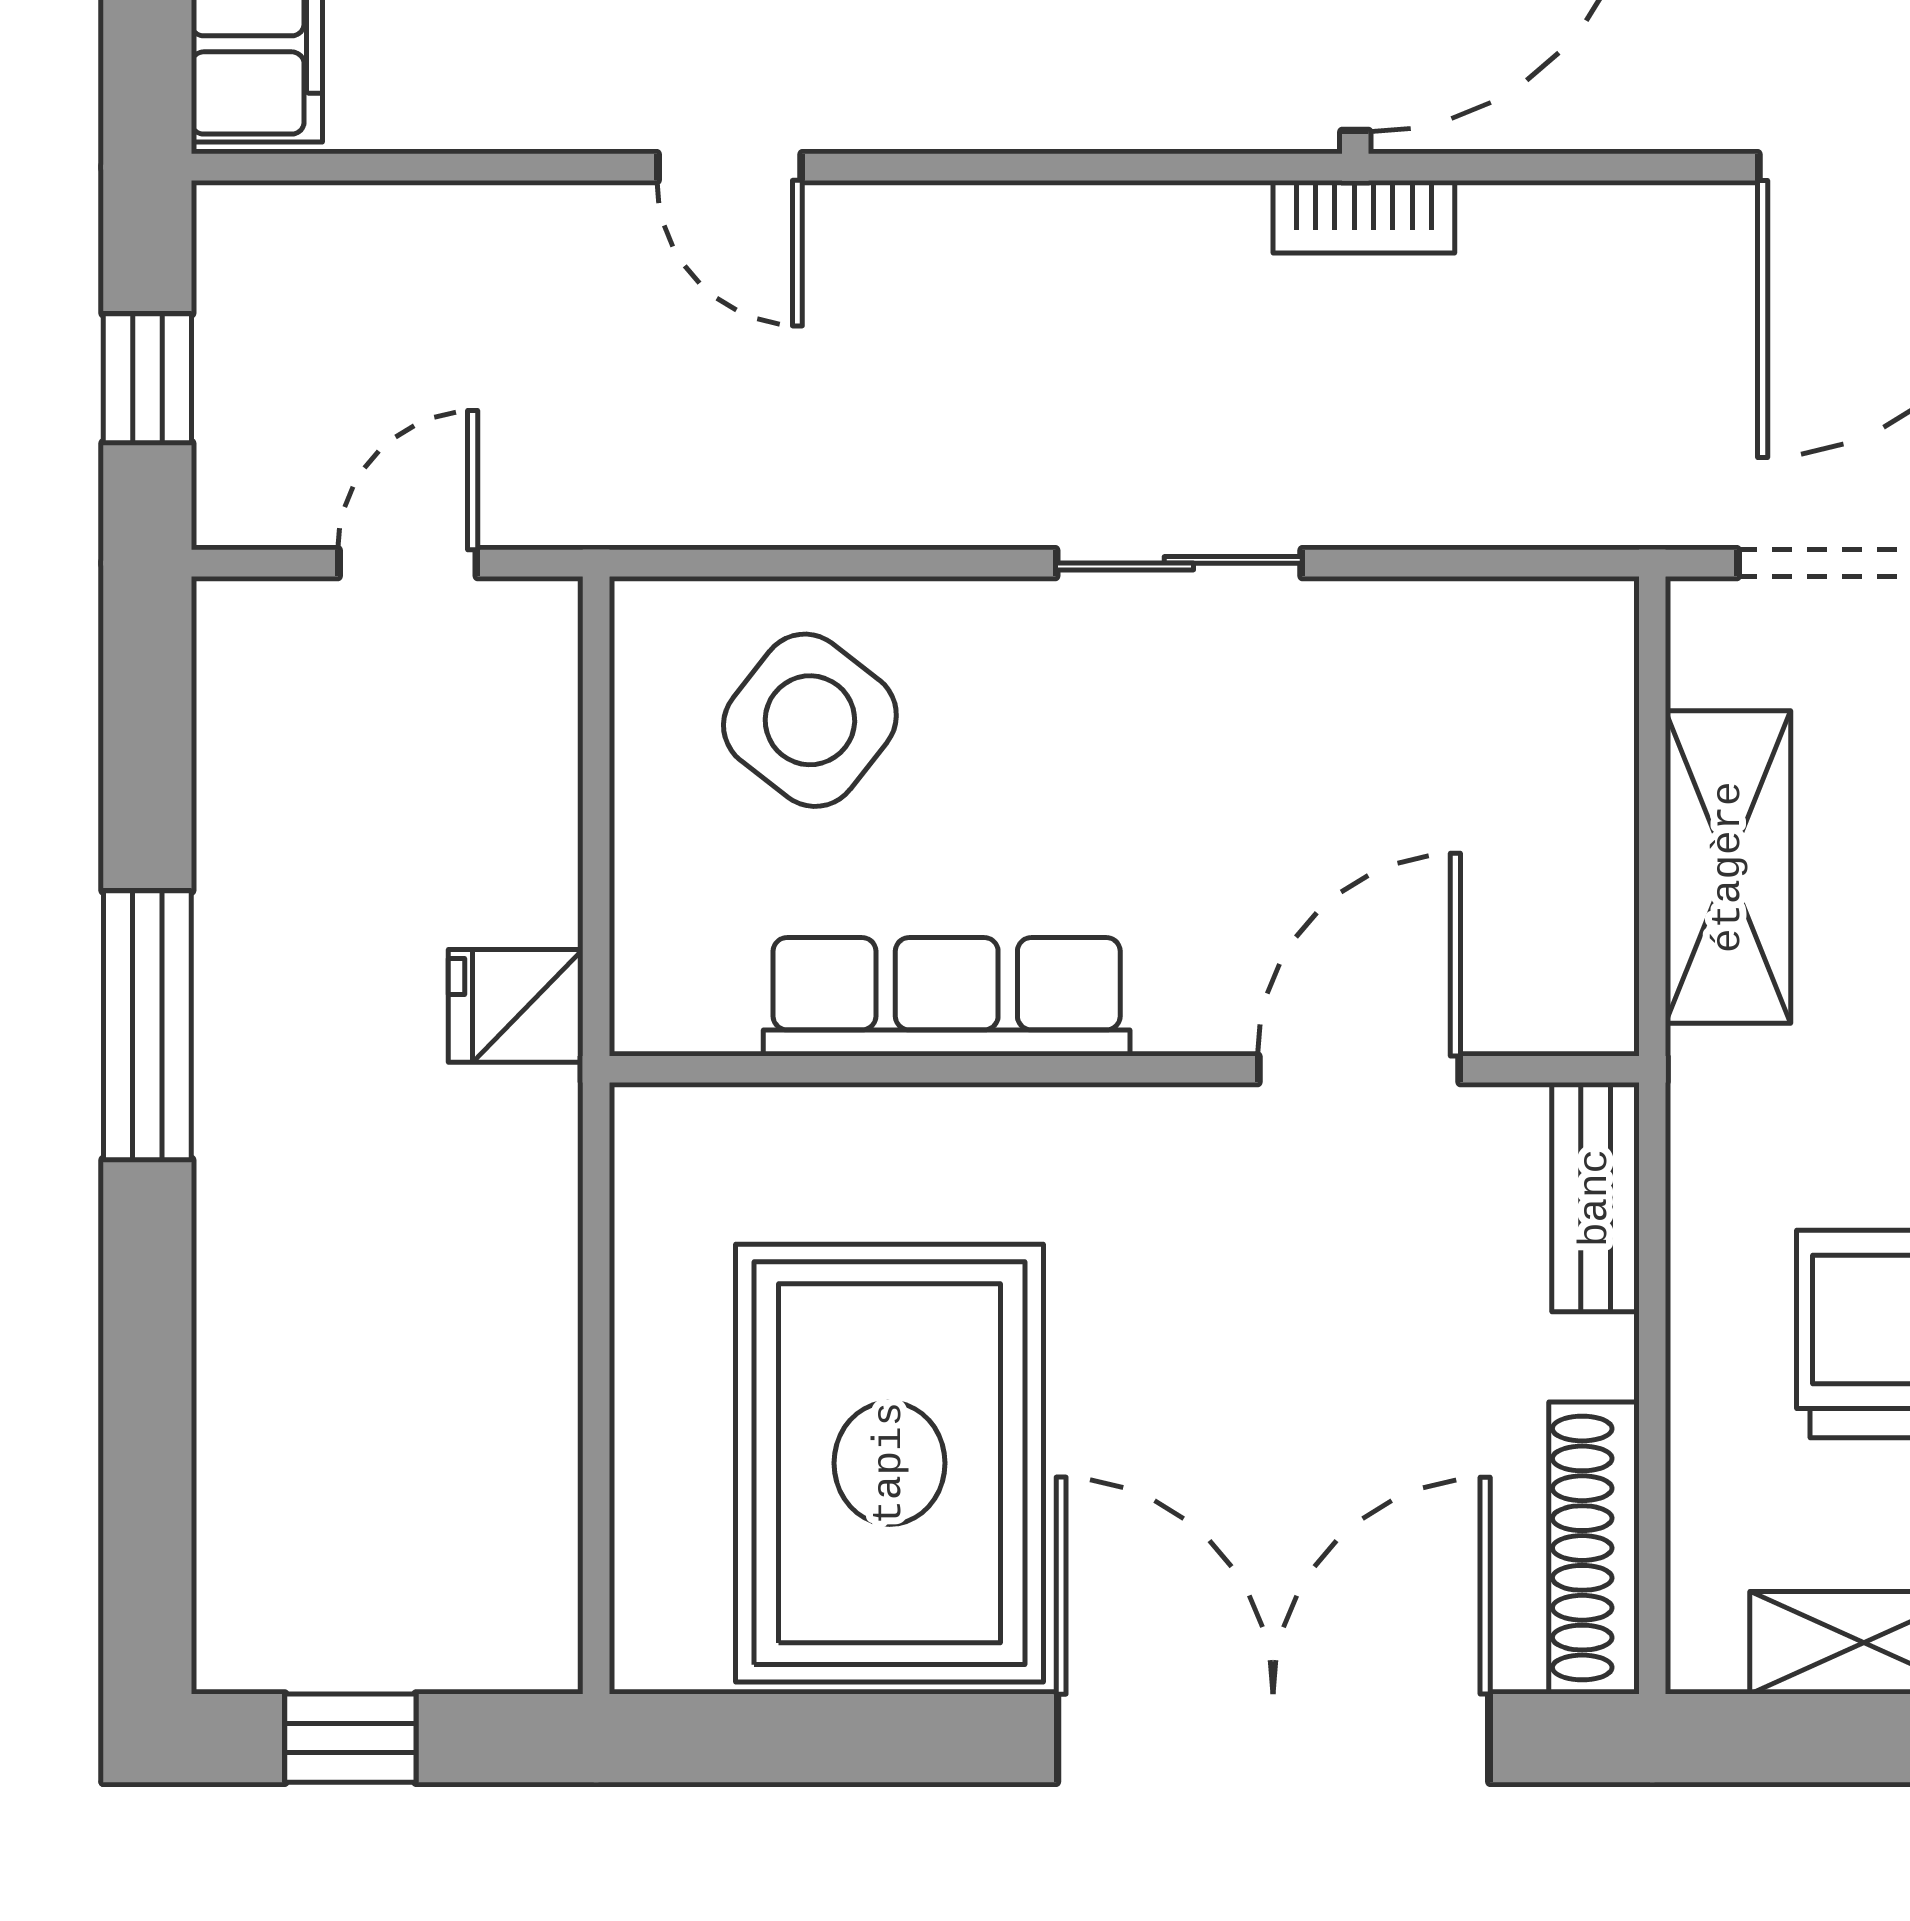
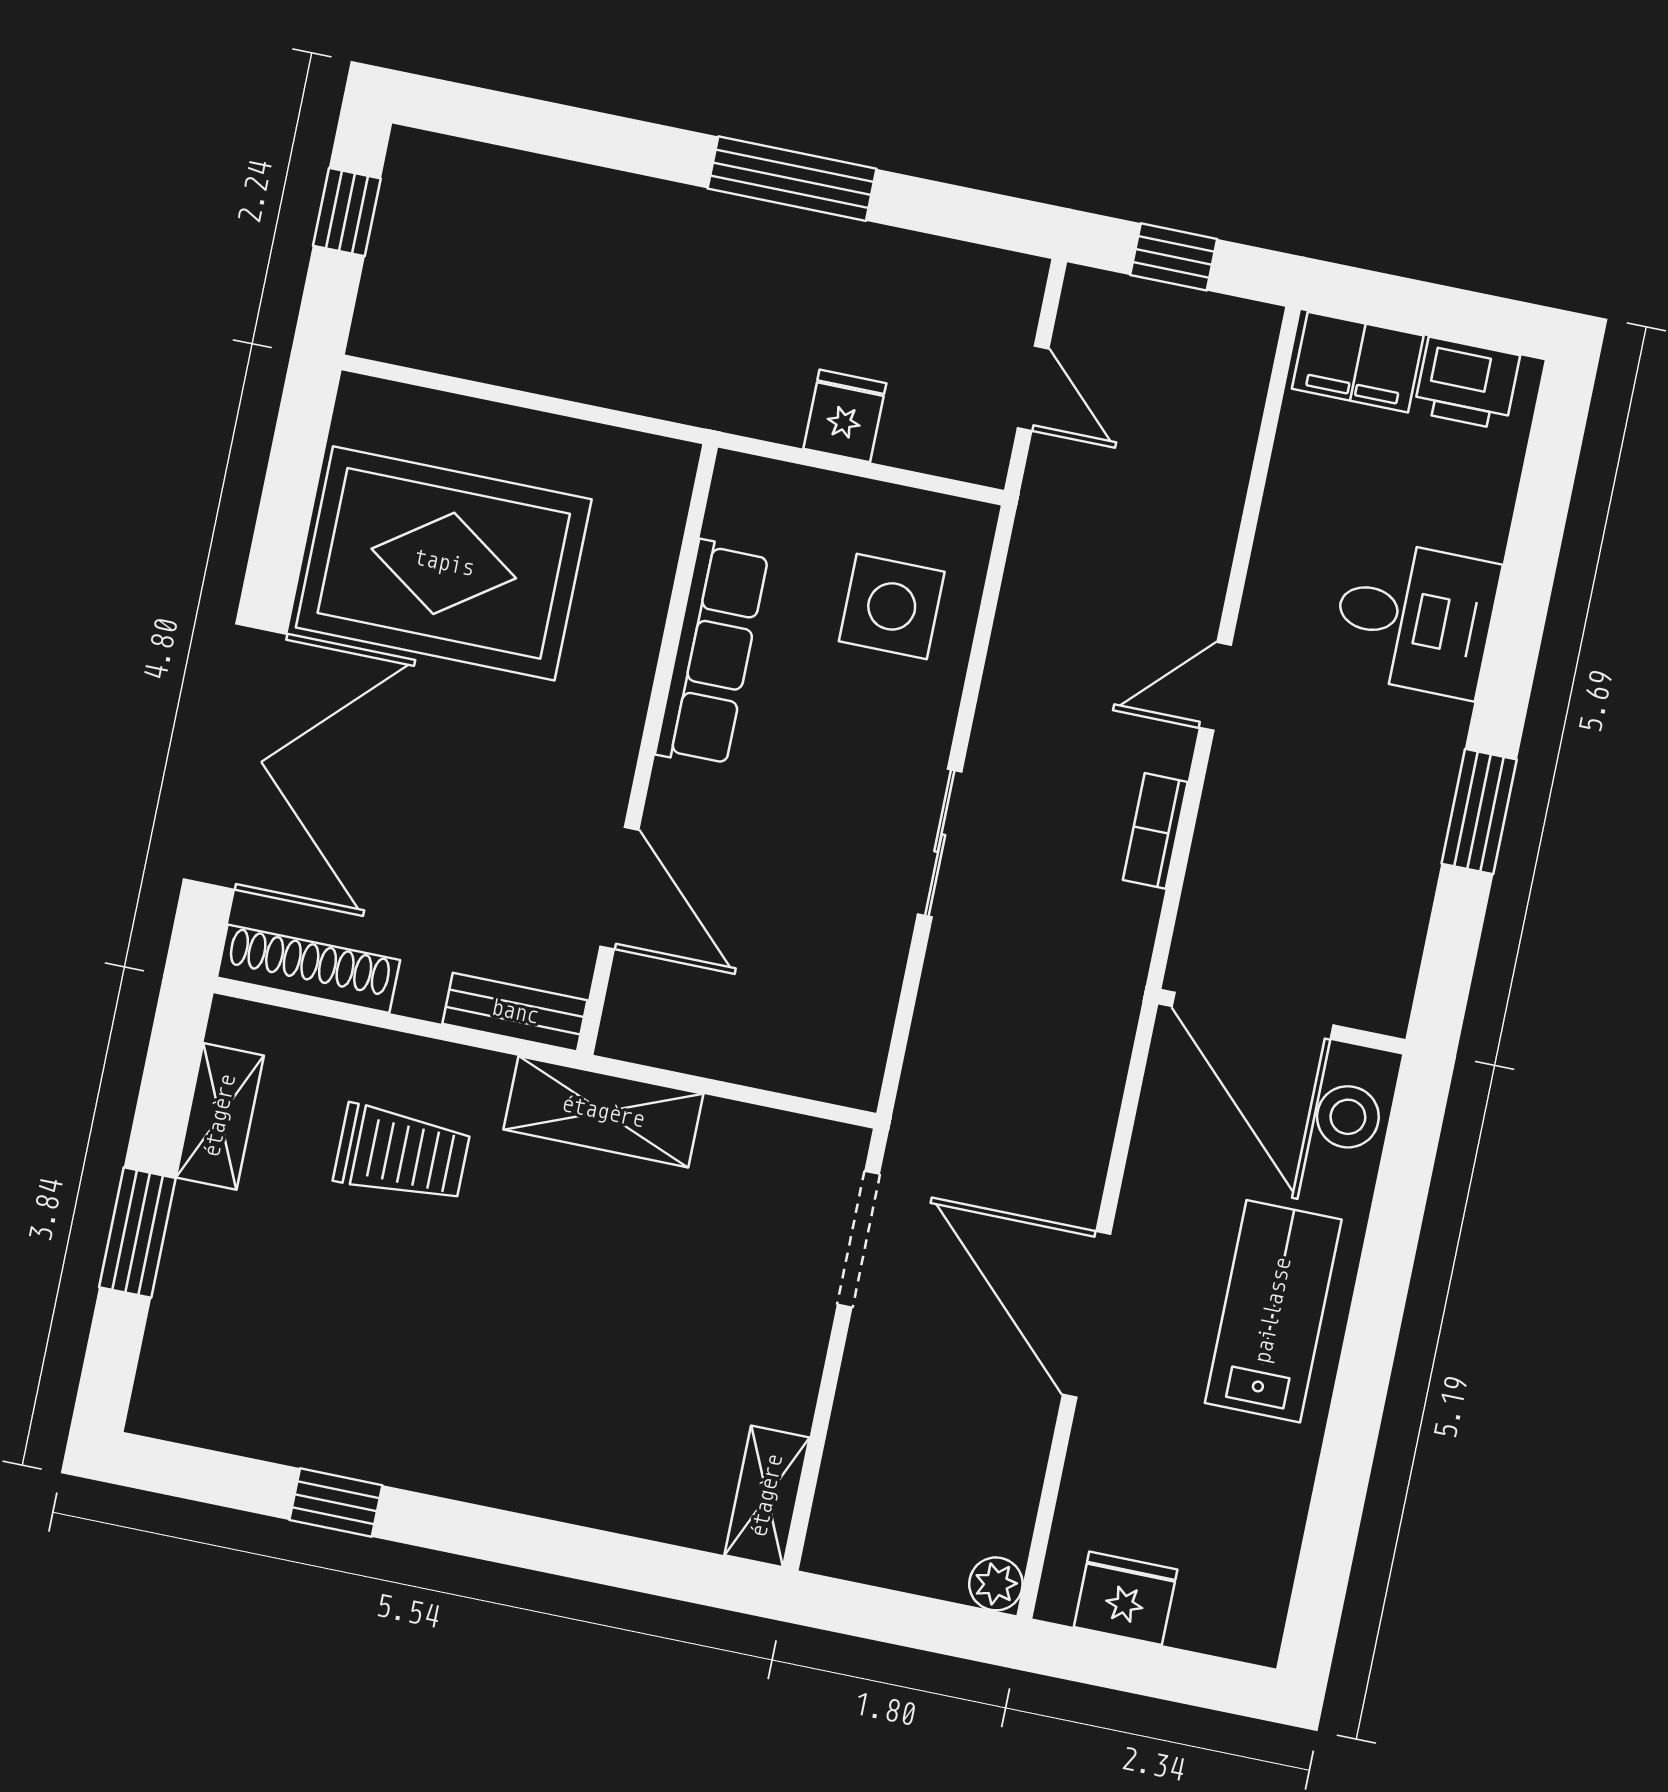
door: (730, 167) -> (1215, 686), moved
bookcase: (1364, 217) -> (1155, 831), moved
side table: (810, 720) -> (892, 606), turned -38
shelving: (1728, 867) -> (603, 1112), moved
fridge: (516, 1006) -> (845, 416), moved

